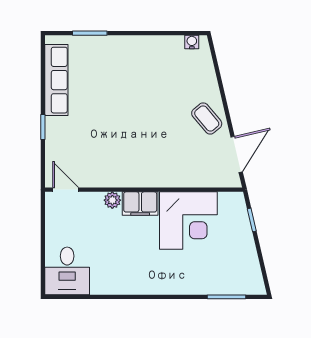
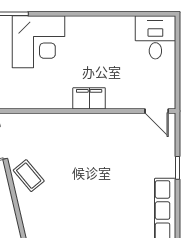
plant: (112, 200) -> (114, 102), removed
corner desk: (188, 221) -> (39, 42), moved, turned 180

